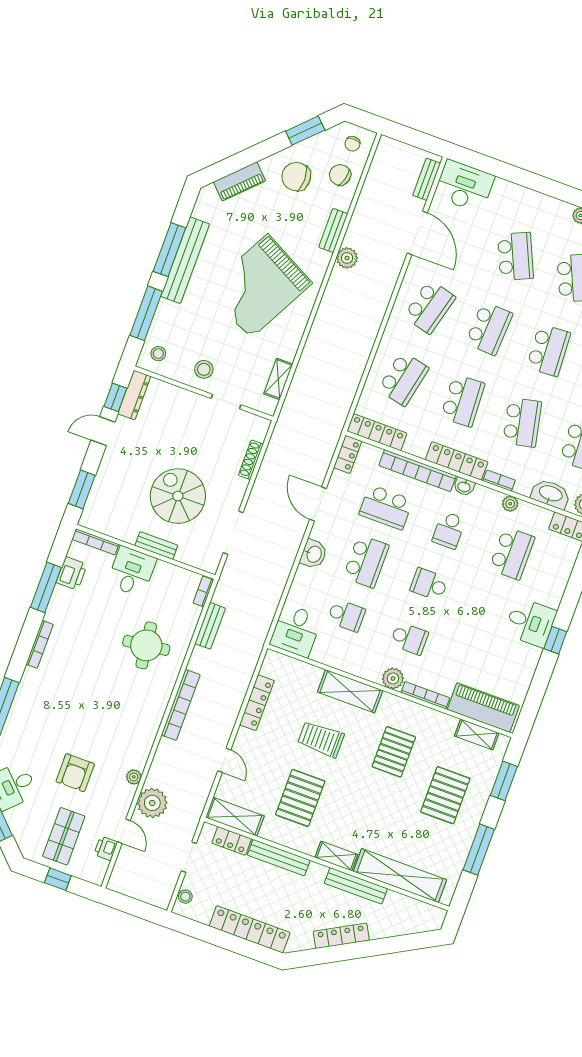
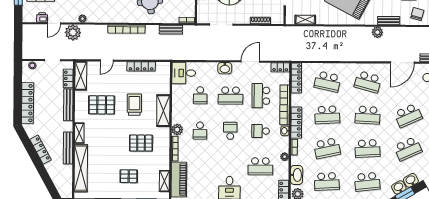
pallet: (445, 795) -> (129, 176), width x0.67, depth x0.71

